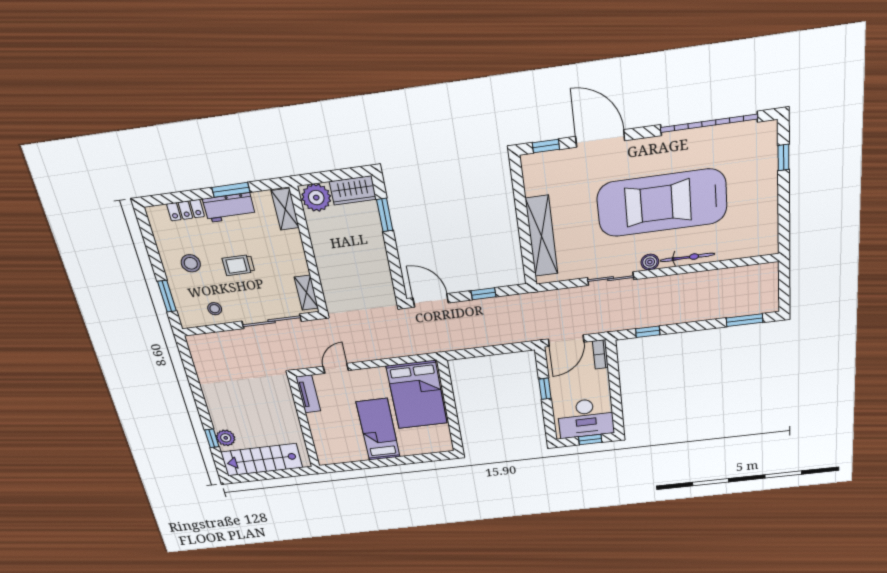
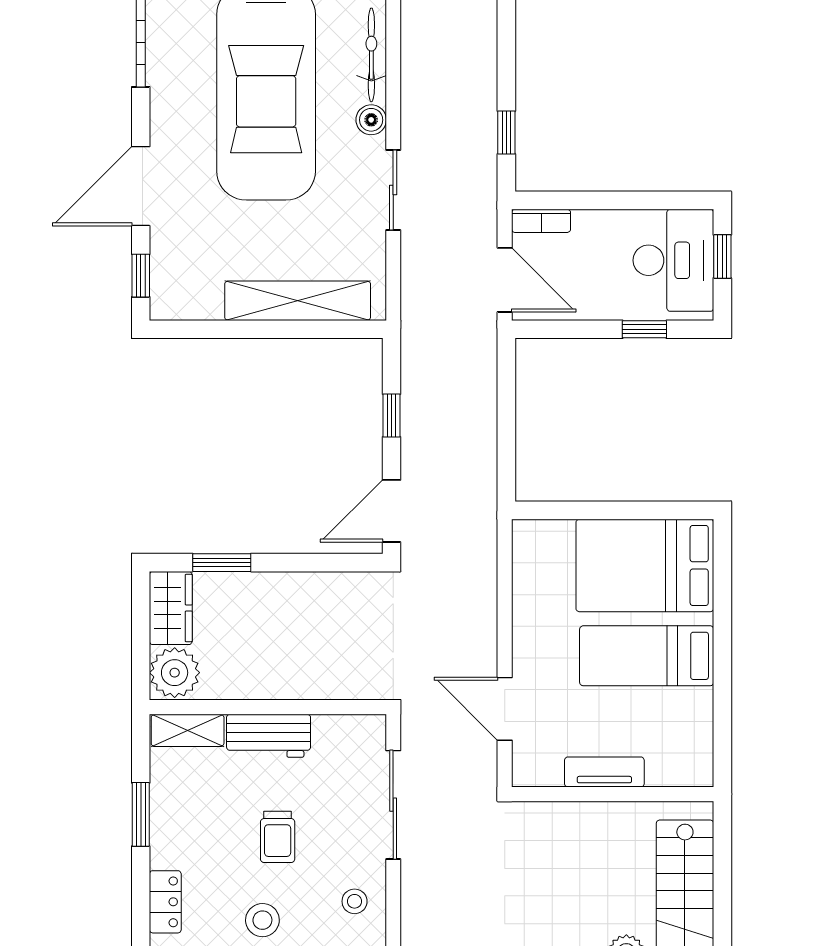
workbench: (229, 208) -> (269, 736), moved, turned 90
shelving: (306, 293) -> (346, 729), removed
door: (336, 368) -> (505, 709), width x1.38
window: (545, 389) -> (644, 329), moved
tv unit: (308, 394) -> (604, 772), moved
bed: (417, 395) -> (645, 565), moved, turned 180

